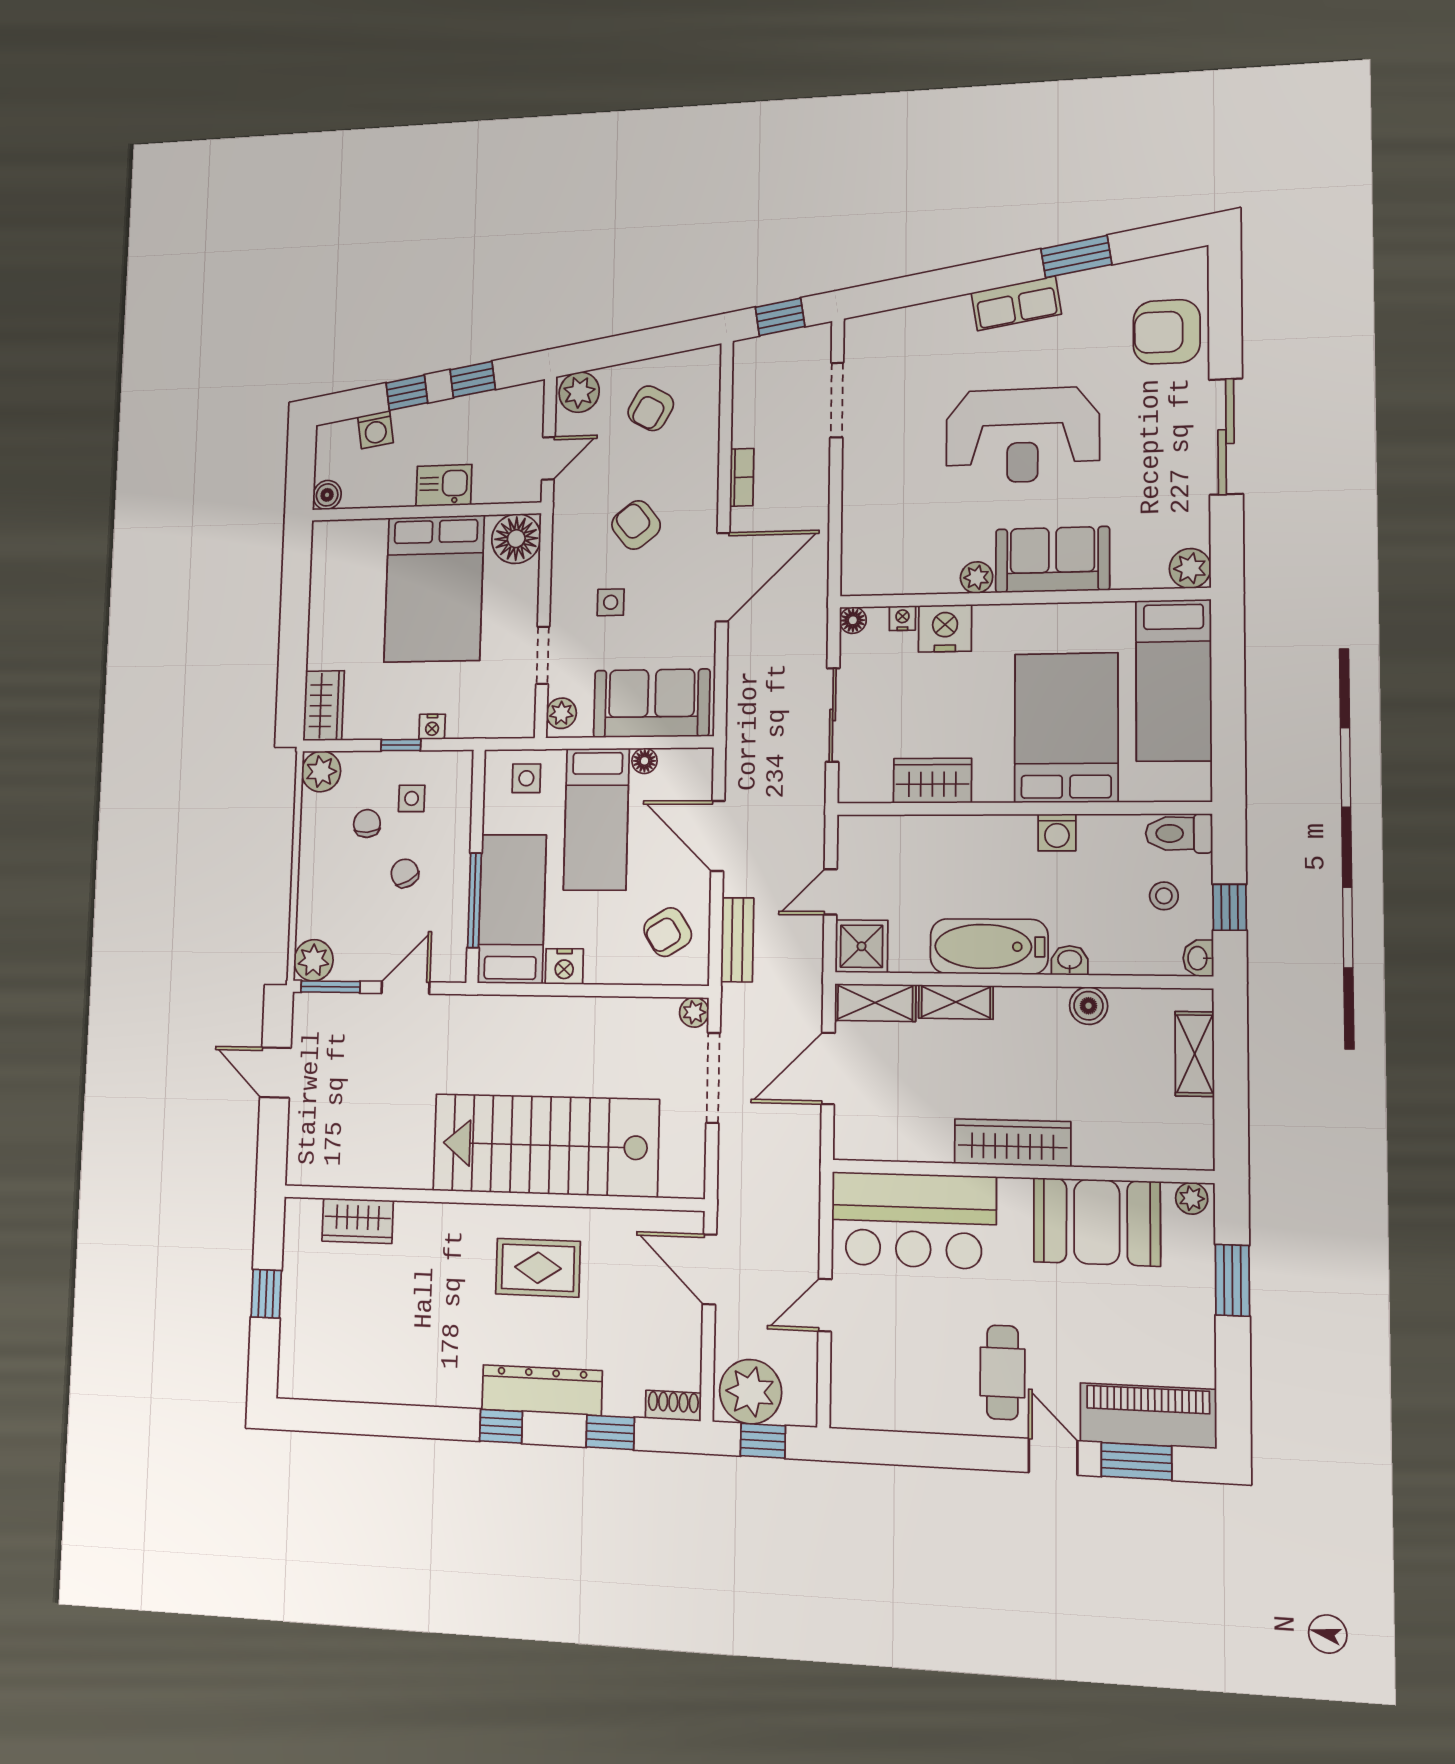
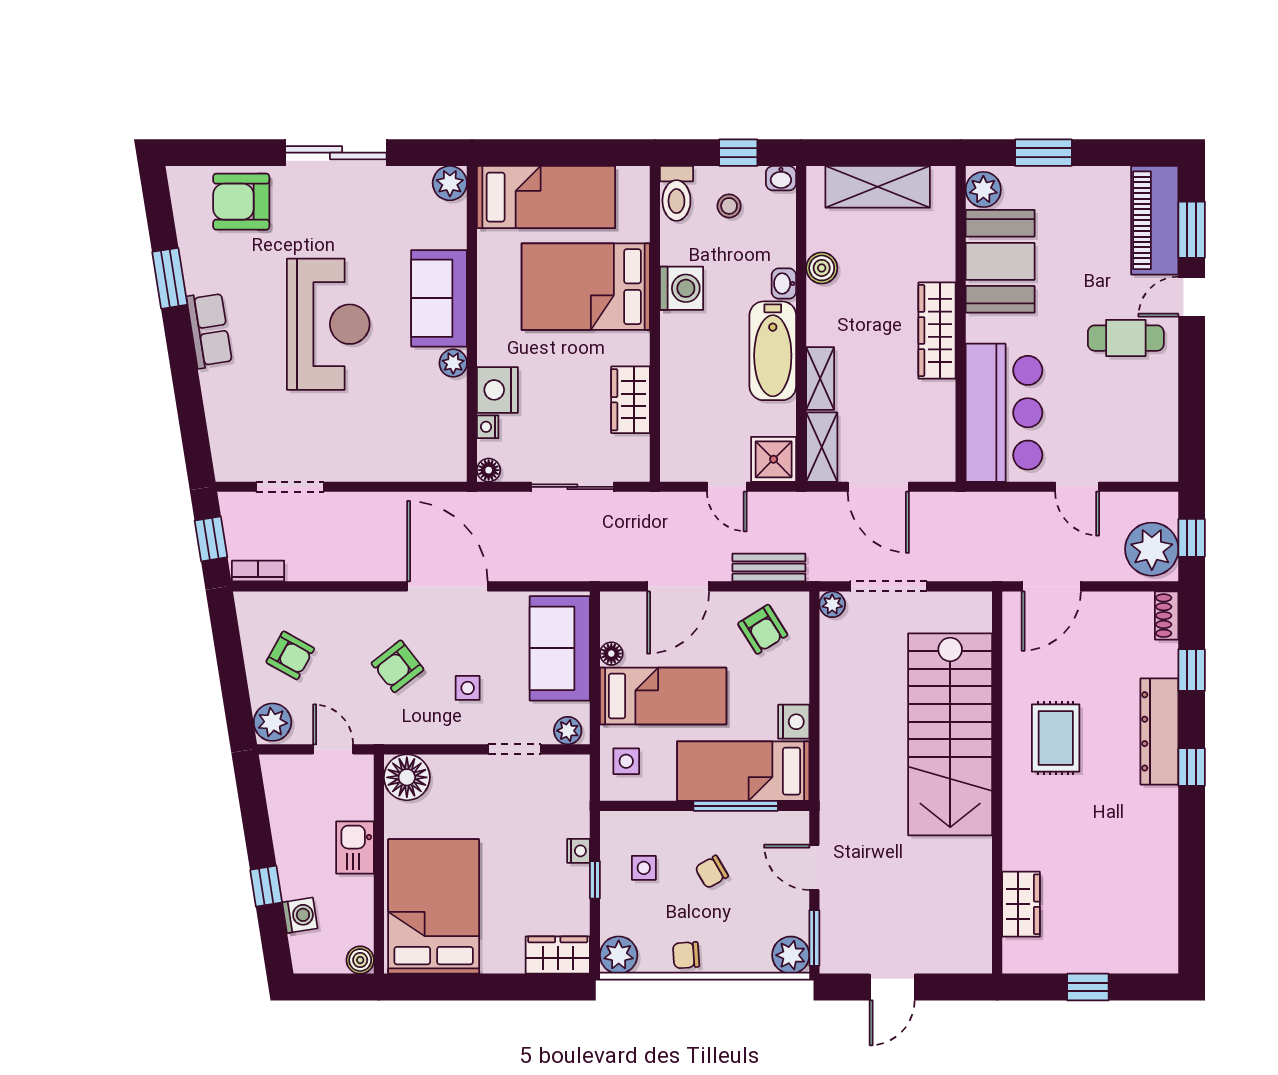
armchair: (1167, 332) -> (241, 202), turned 90
window: (473, 379) -> (256, 823), removed
bookcase: (742, 477) -> (258, 571), moved
bed: (434, 589) -> (434, 906), moved, turned -90
chair: (367, 823) -> (686, 955), moved
washing machine: (1057, 833) -> (681, 288), width x1.38, depth x1.38
shelving: (1195, 1054) -> (878, 187), width x1.50, depth x1.33
plant: (1192, 1198) -> (983, 190), width x1.38, depth x1.38

